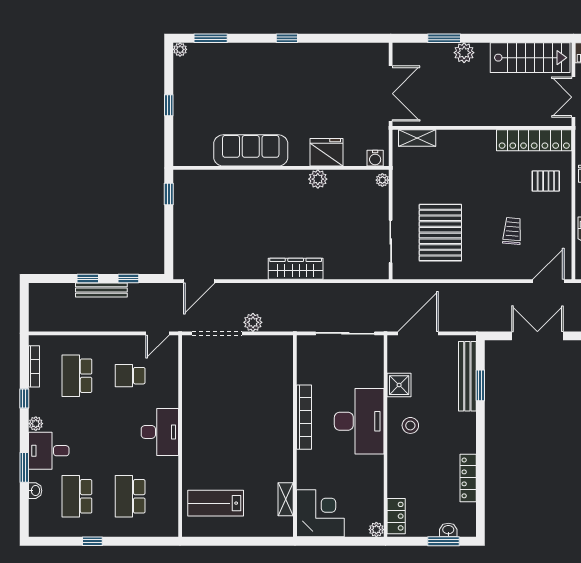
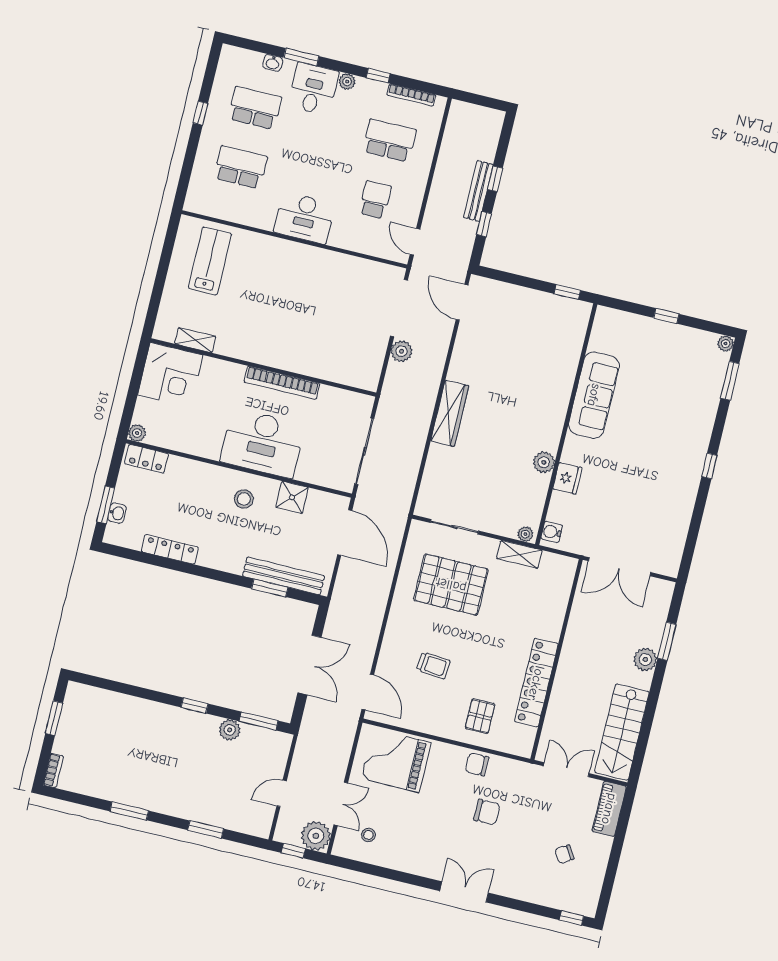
shelving: (417, 138) -> (519, 554), moved, turned 90
locker: (534, 140) -> (536, 683), moved
fridge: (327, 152) -> (567, 478), width x0.73, depth x0.75

